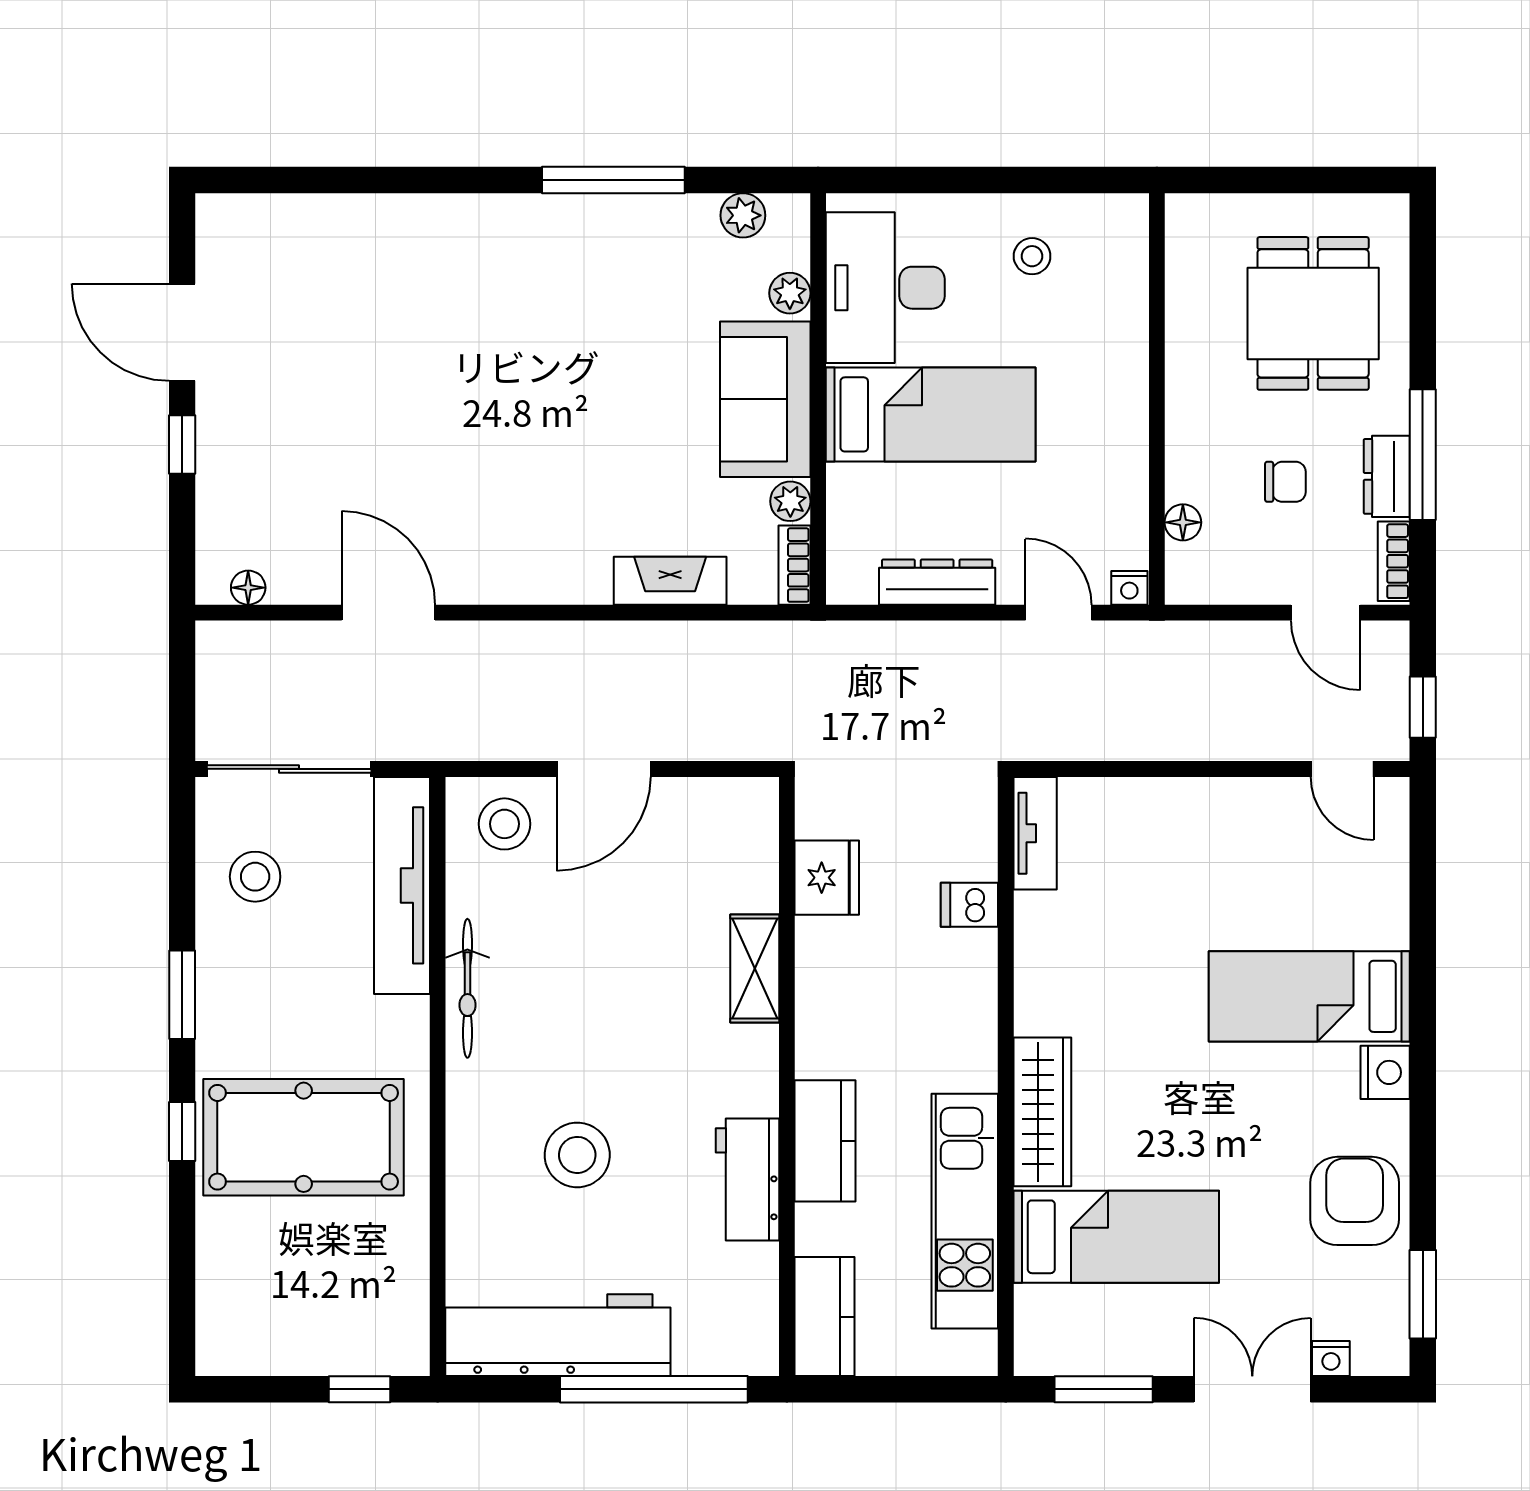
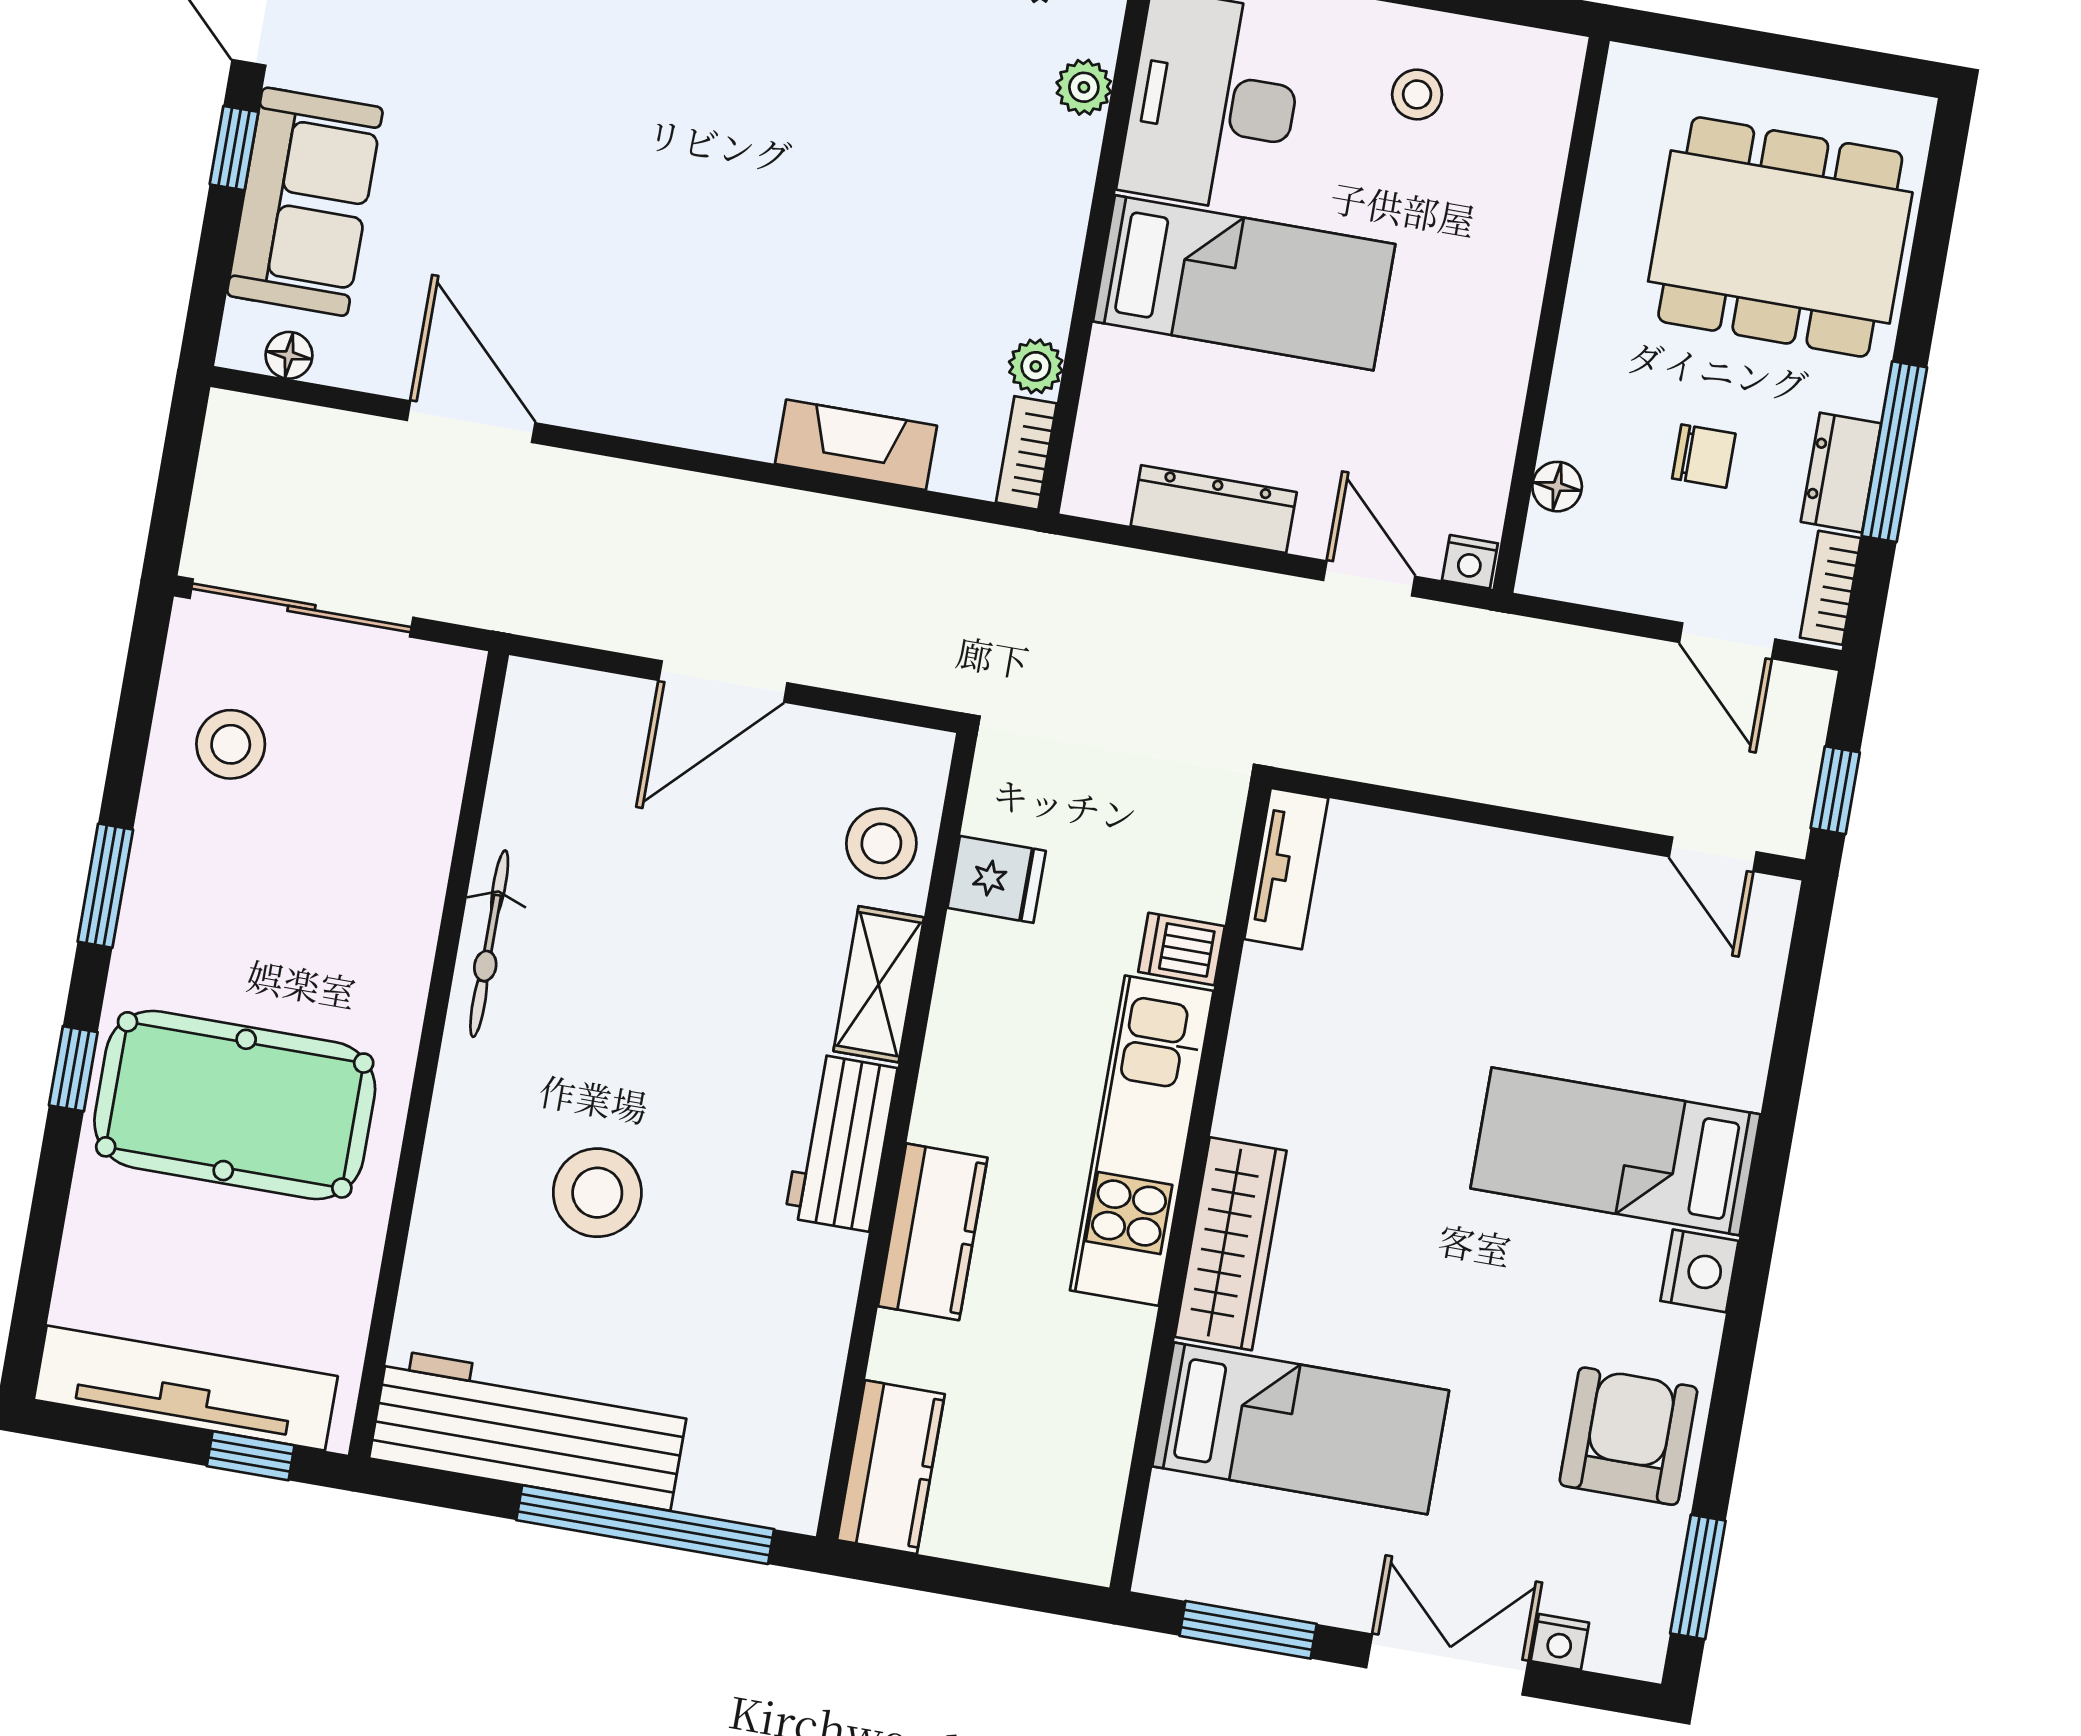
dining table: (1313, 313) -> (1780, 237), width x1.38
sofa: (765, 399) -> (305, 202), moved, turned 180
stool: (504, 824) -> (881, 843), moved
fridge: (827, 878) -> (997, 879), width x0.72
tv unit: (402, 885) -> (186, 1388), moved, turned 90
workbench: (747, 1179) -> (841, 1143), moved
kitchen unit: (965, 1211) -> (1142, 1141), moved

